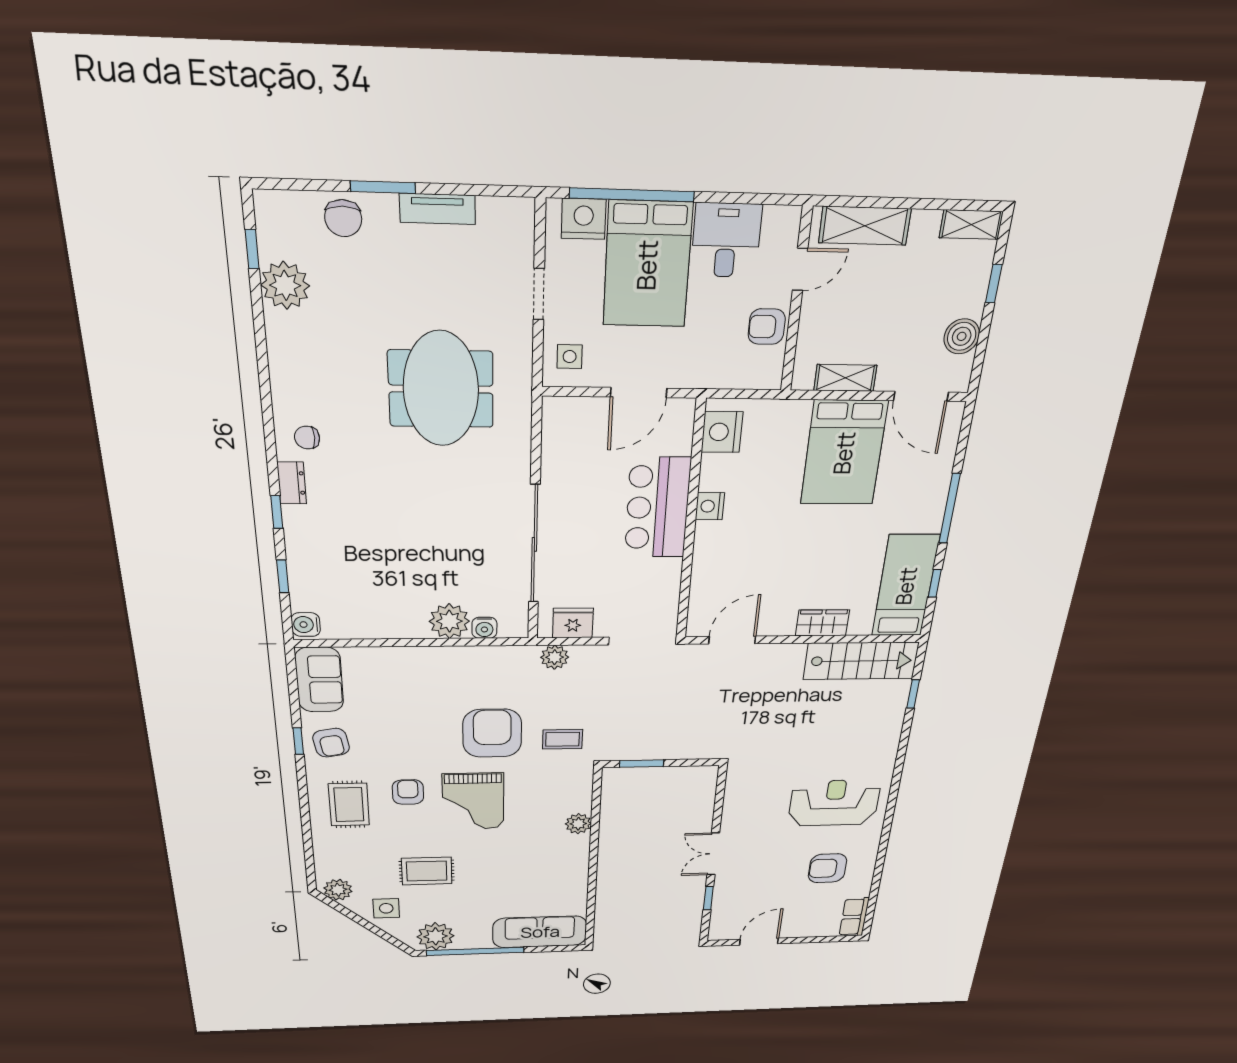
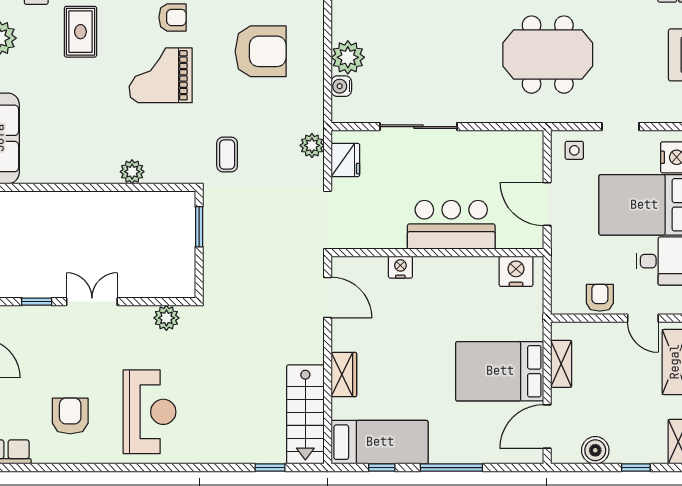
nightstand: (710, 506) -> (400, 267), moved
sliding door: (534, 544) -> (418, 127), width x0.73
armchair: (492, 733) -> (261, 51), moved
plant: (737, 791) -> (166, 318), added

